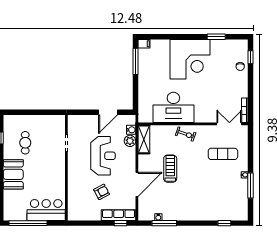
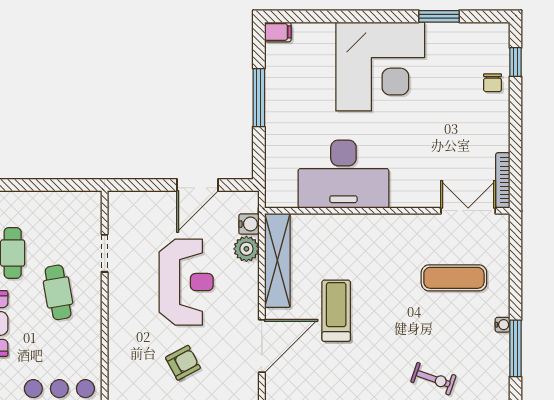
window: (136, 61) -> (259, 98), moved
exercise bike: (186, 134) -> (433, 379), moved
shelving: (144, 139) -> (277, 260), width x1.47
cafe table: (46, 160) -> (58, 292), added

